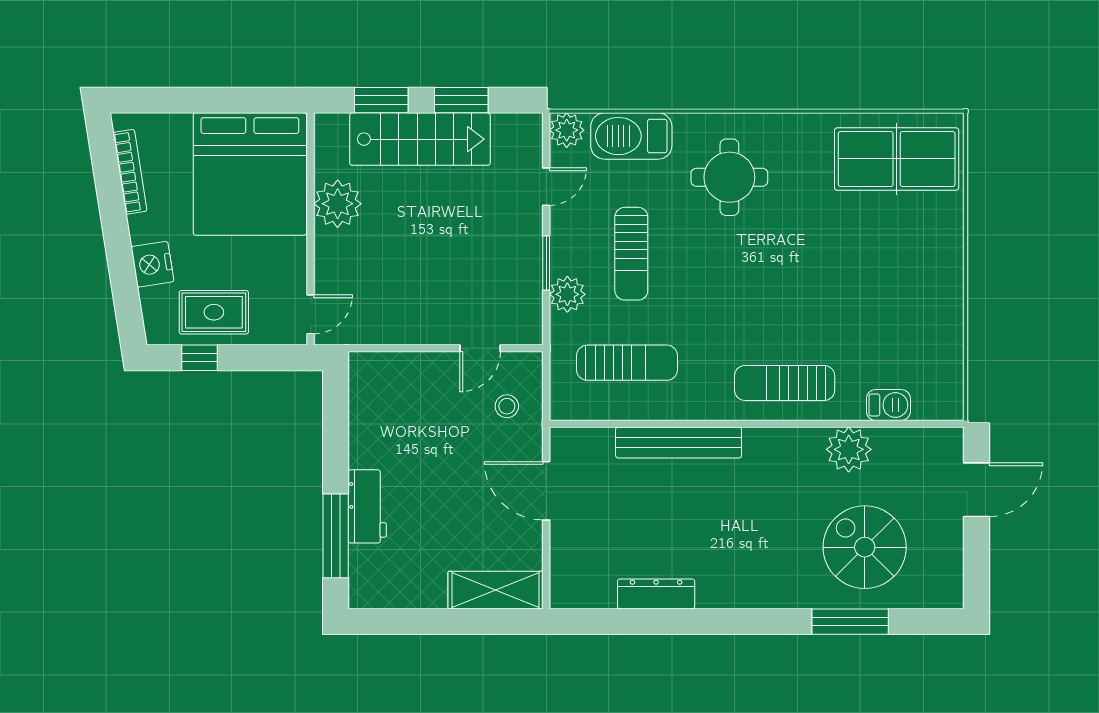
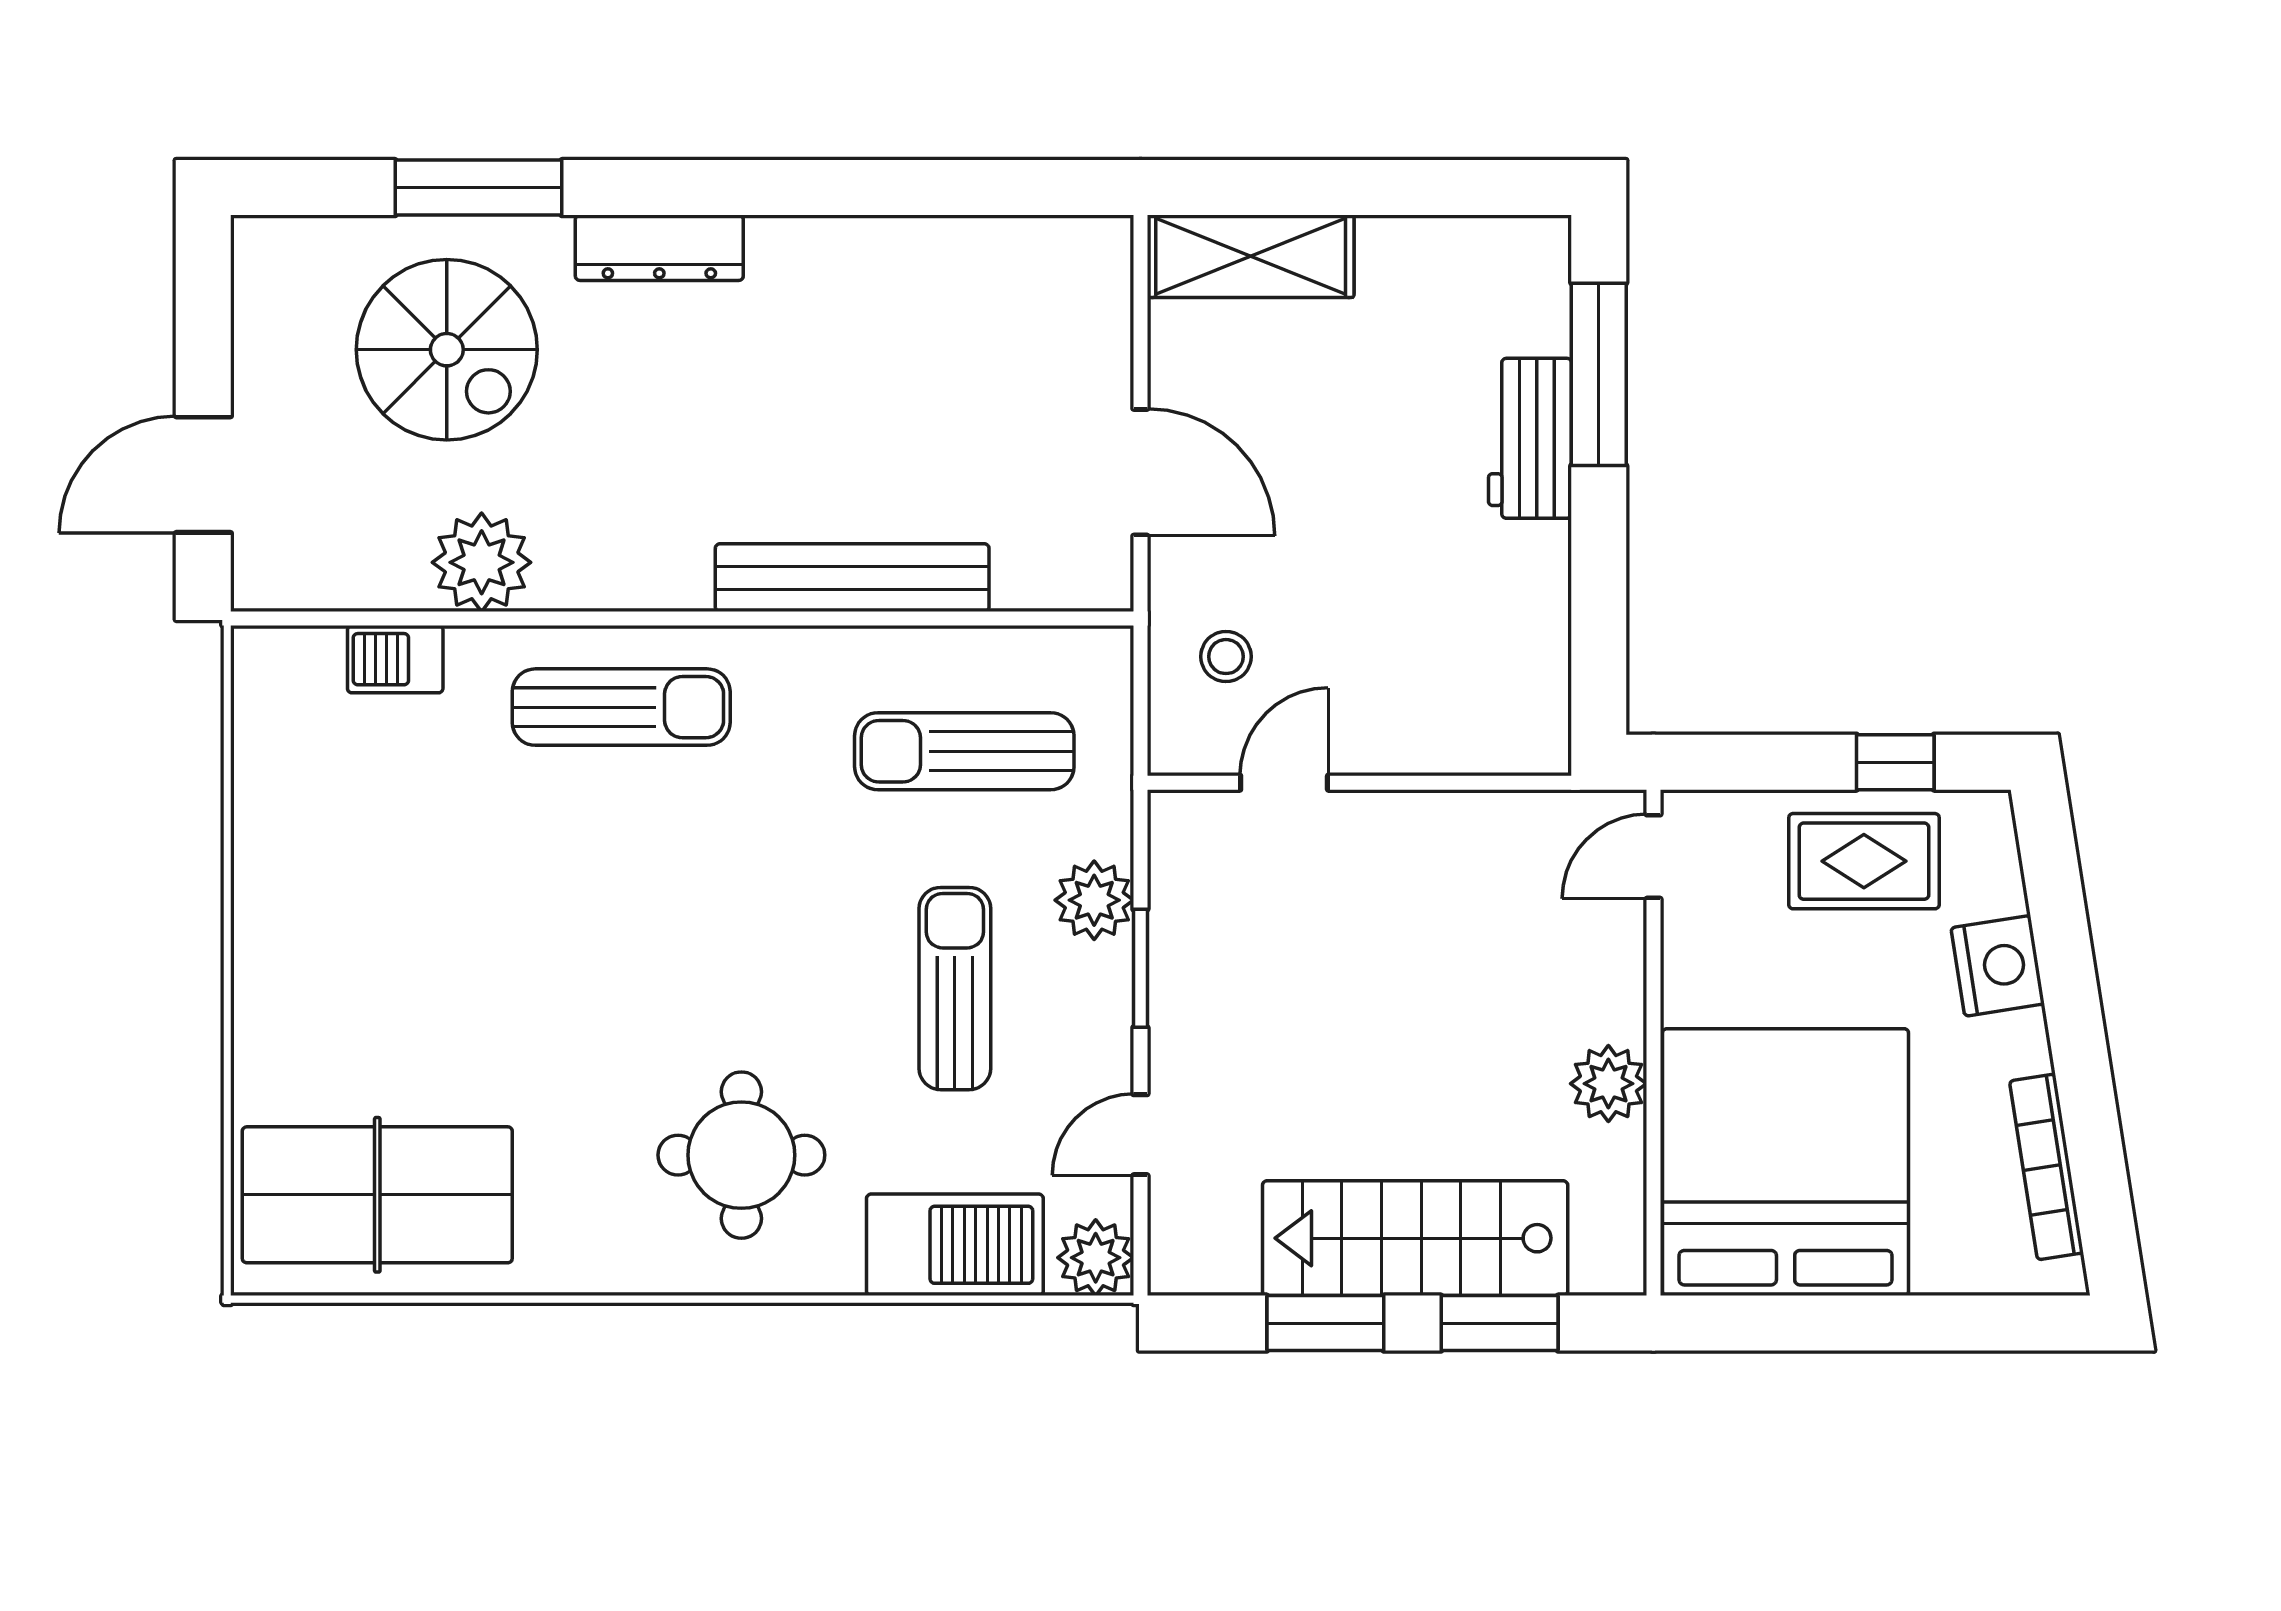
plant: (338, 204) -> (1608, 1084), width x0.73, depth x0.73
dresser: (656, 594) -> (659, 248), moved

